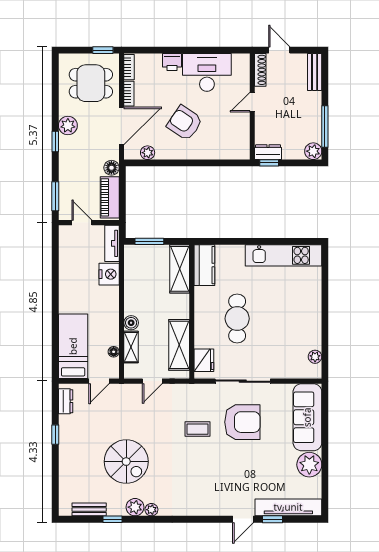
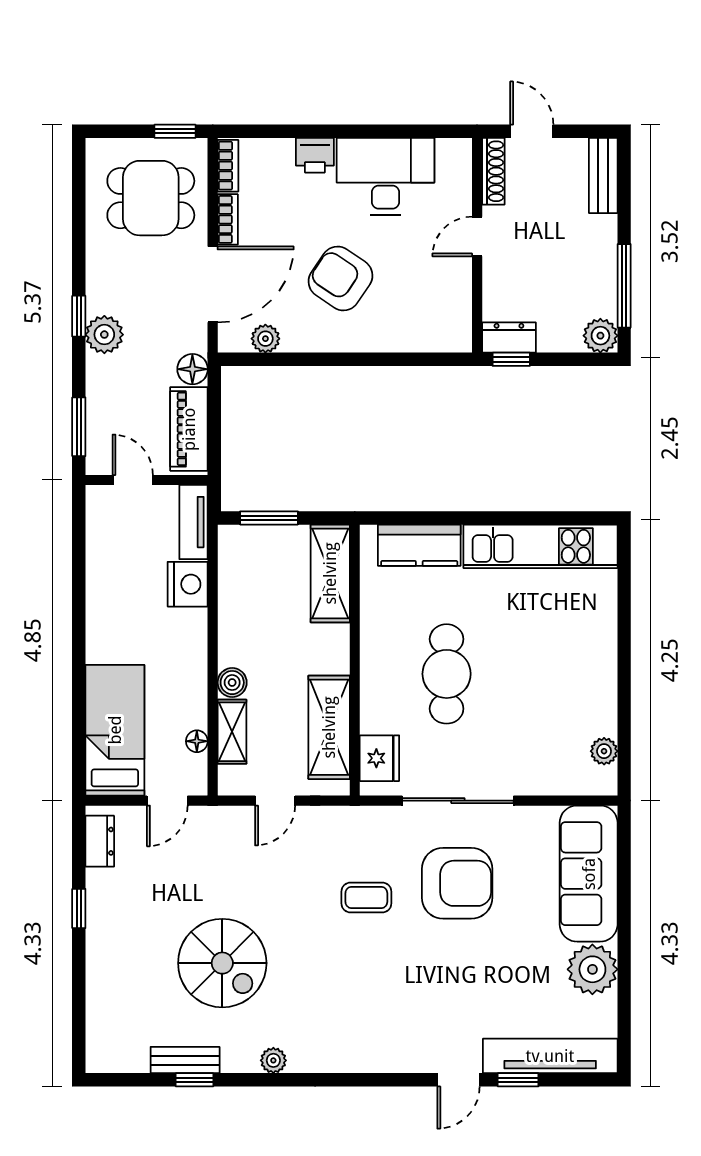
plant: (68, 125) -> (104, 335), moved
kitchen counter: (204, 265) -> (419, 545), moved, turned 90
plant: (135, 507) -> (240, 1055), removed
bench: (89, 509) -> (185, 1060), moved

